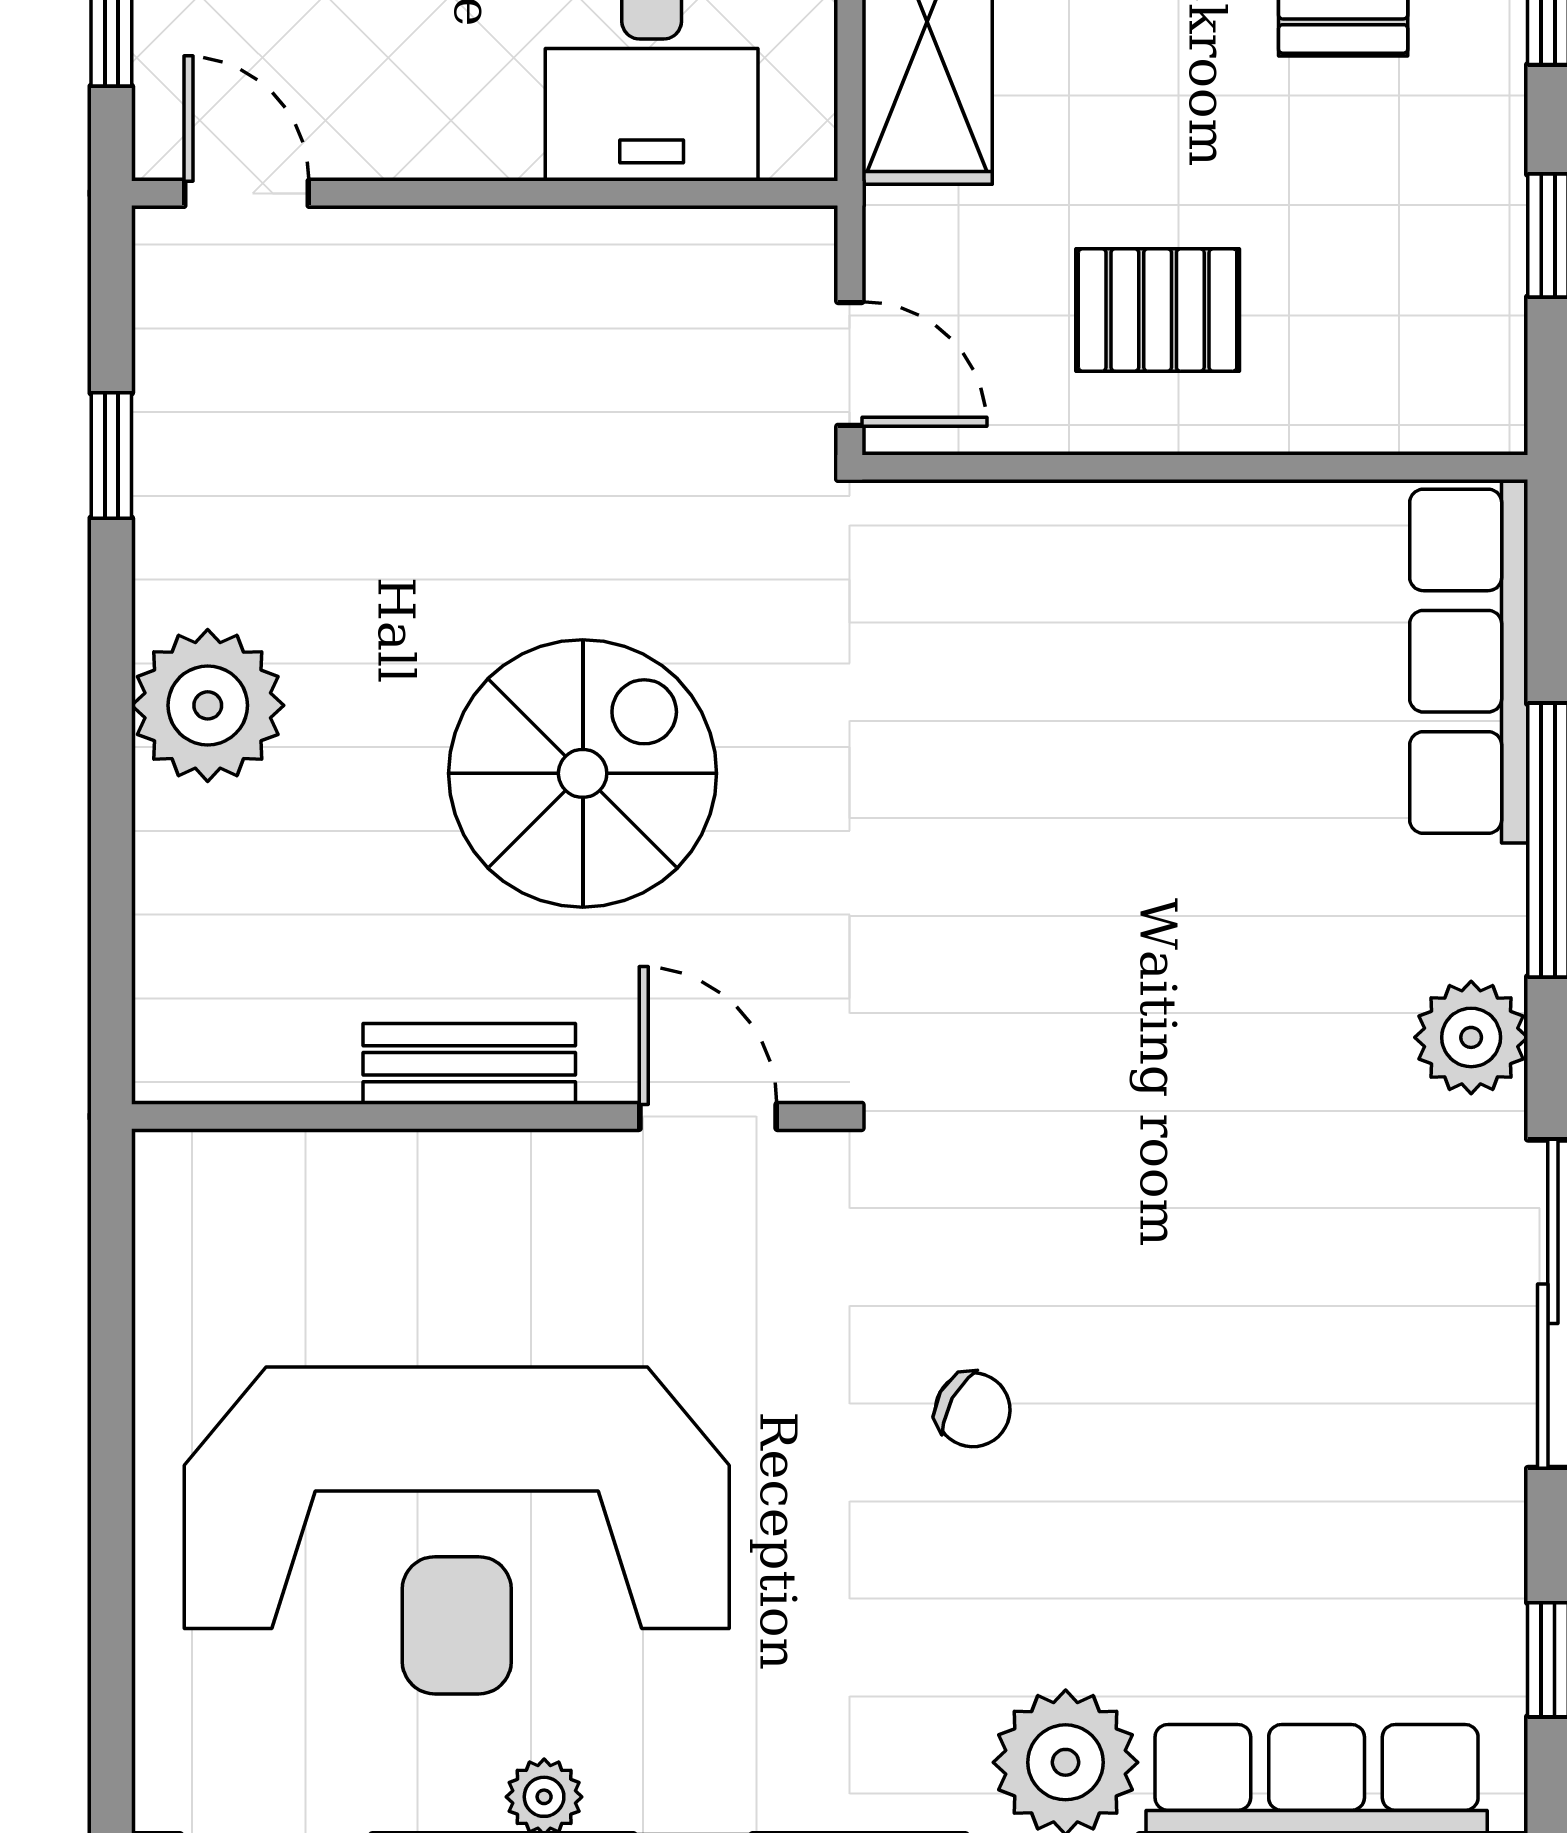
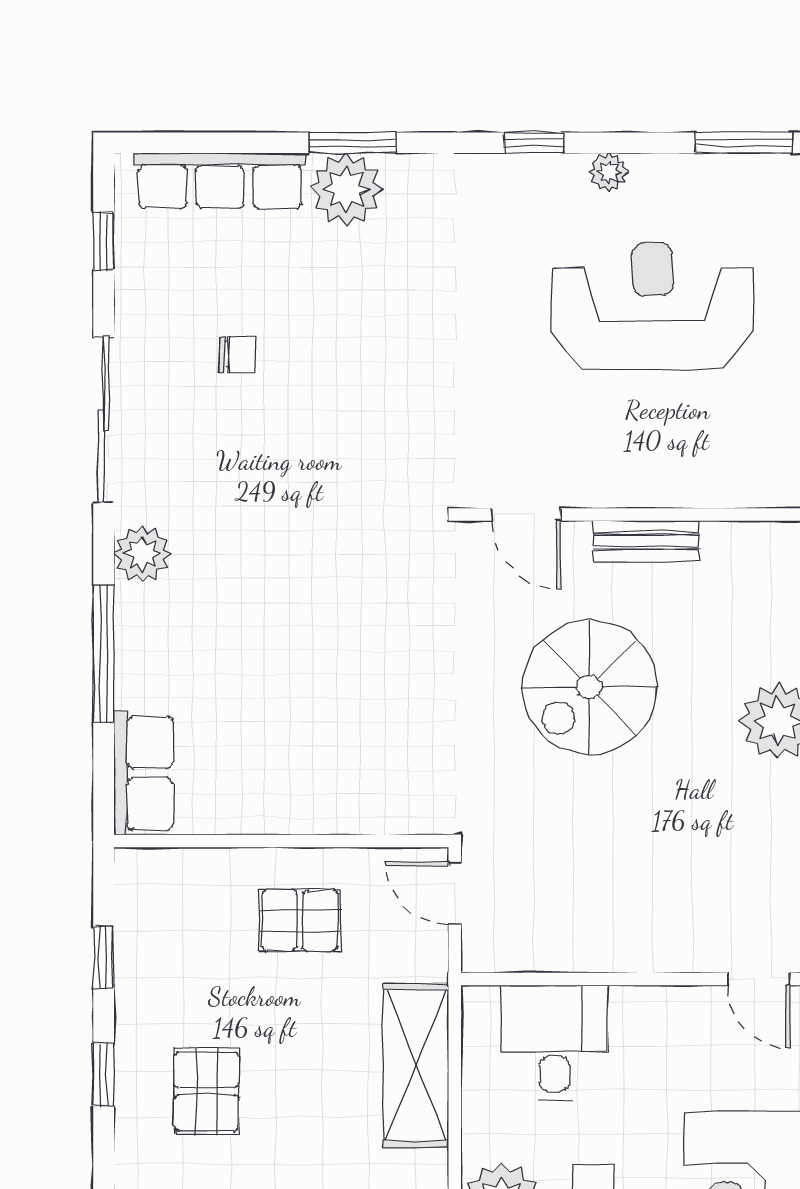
row of seats: (1469, 661) -> (143, 773), width x0.68
chair: (973, 1410) -> (238, 354), moved, turned 151
reception desk: (457, 1530) -> (653, 306), width x0.74, depth x0.77

